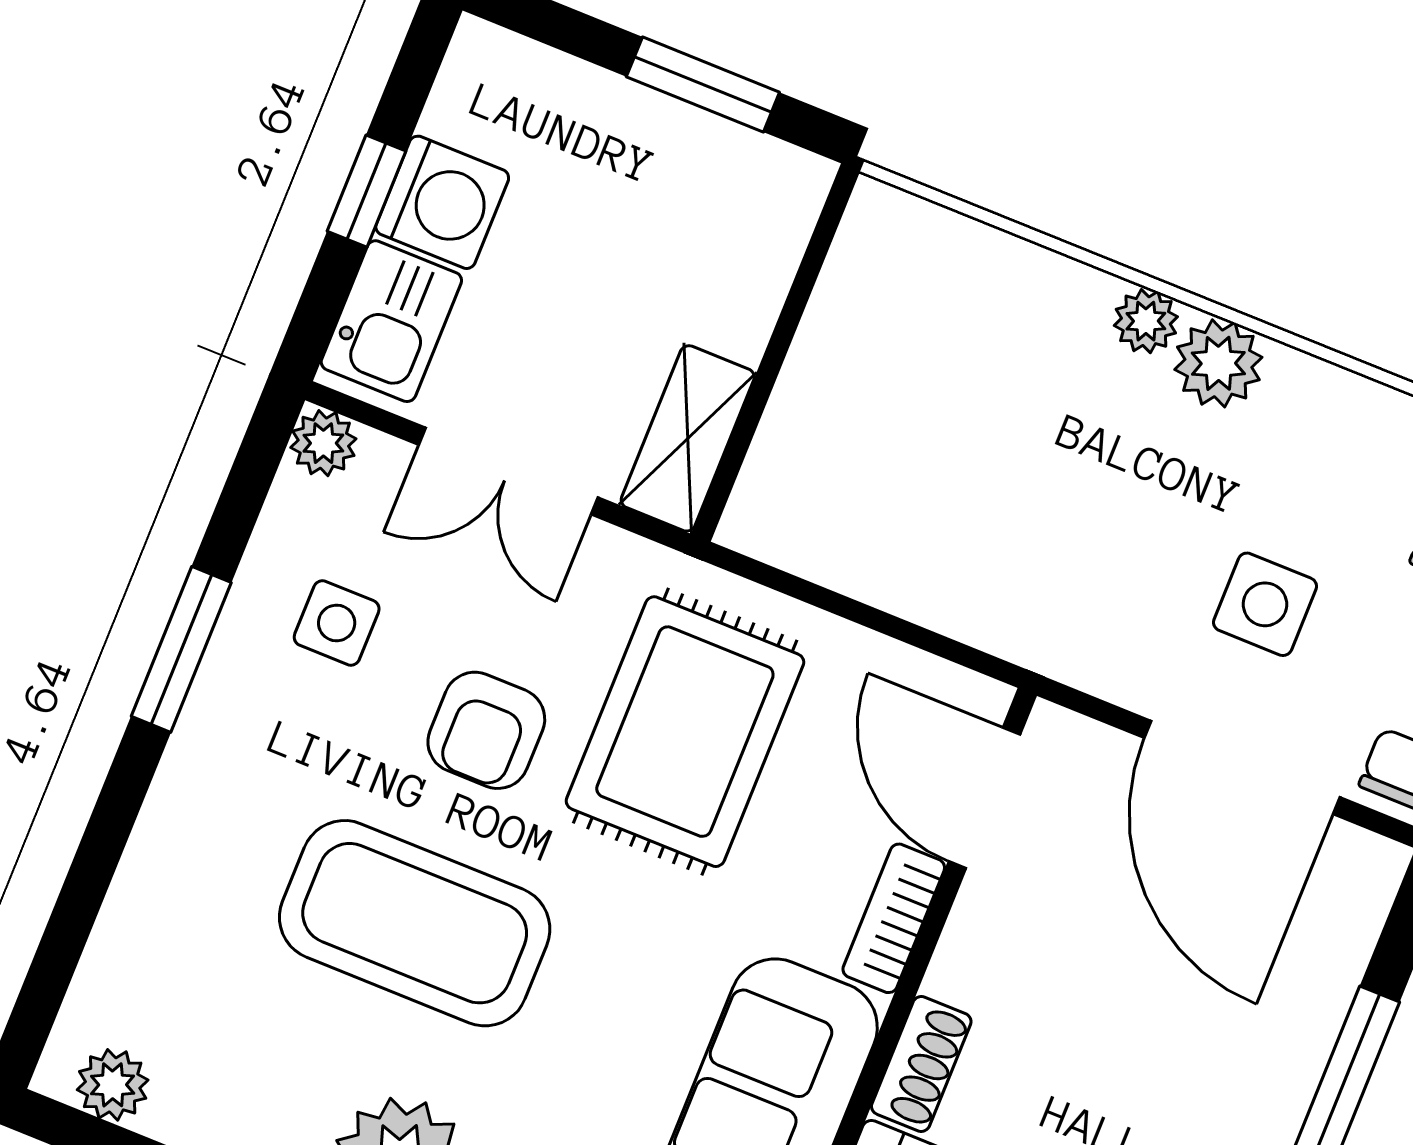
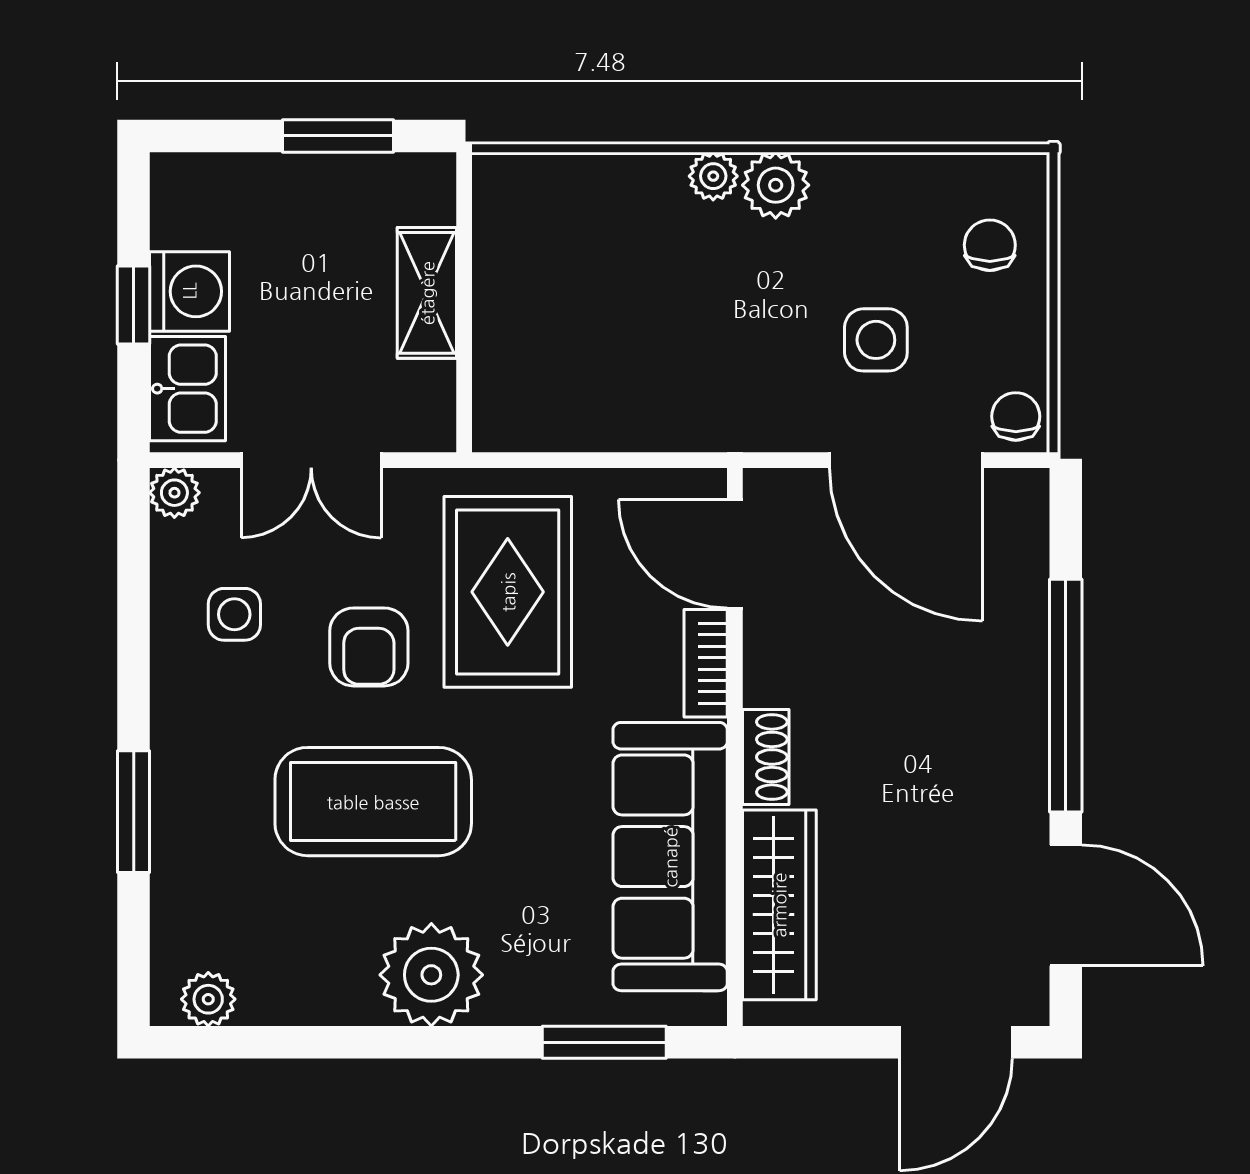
shelving: (688, 438) -> (427, 293), moved
window: (181, 649) -> (134, 812), moved

